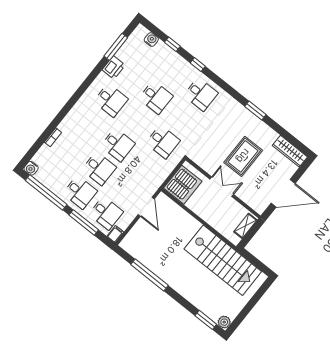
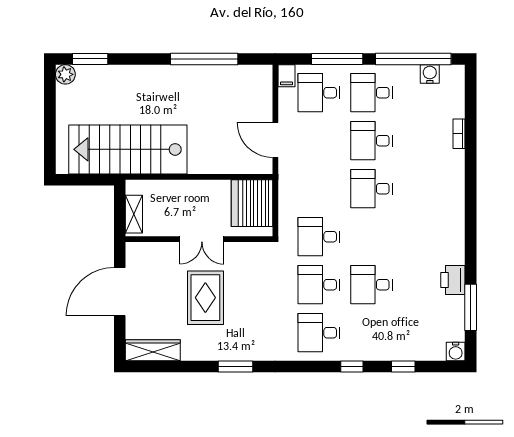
water cooler: (151, 40) -> (456, 351), moved
desk: (111, 100) -> (319, 285), moved
water cooler: (31, 168) -> (430, 74), moved

